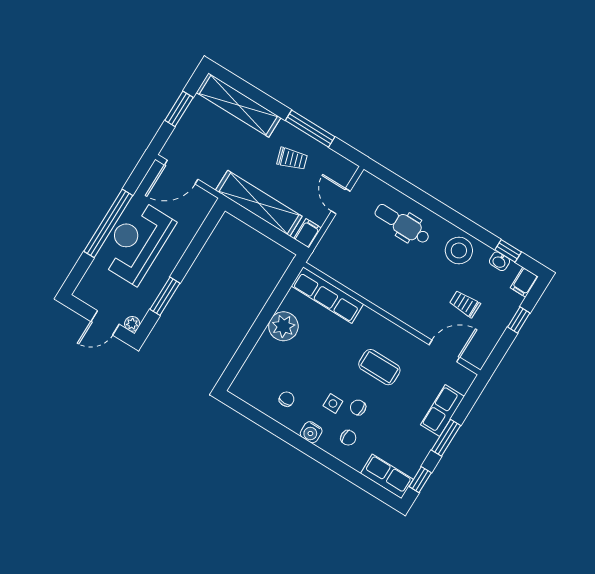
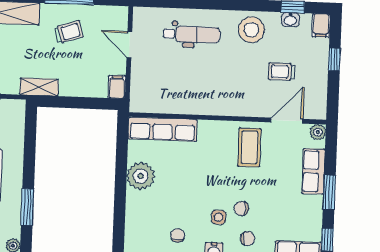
shelving: (259, 203) -> (39, 87), width x0.45, depth x0.75
dental chair: (402, 224) -> (192, 34), turned 180
coffee table: (379, 367) -> (249, 147), moved, turned 90
plant: (467, 377) -> (318, 132), added

